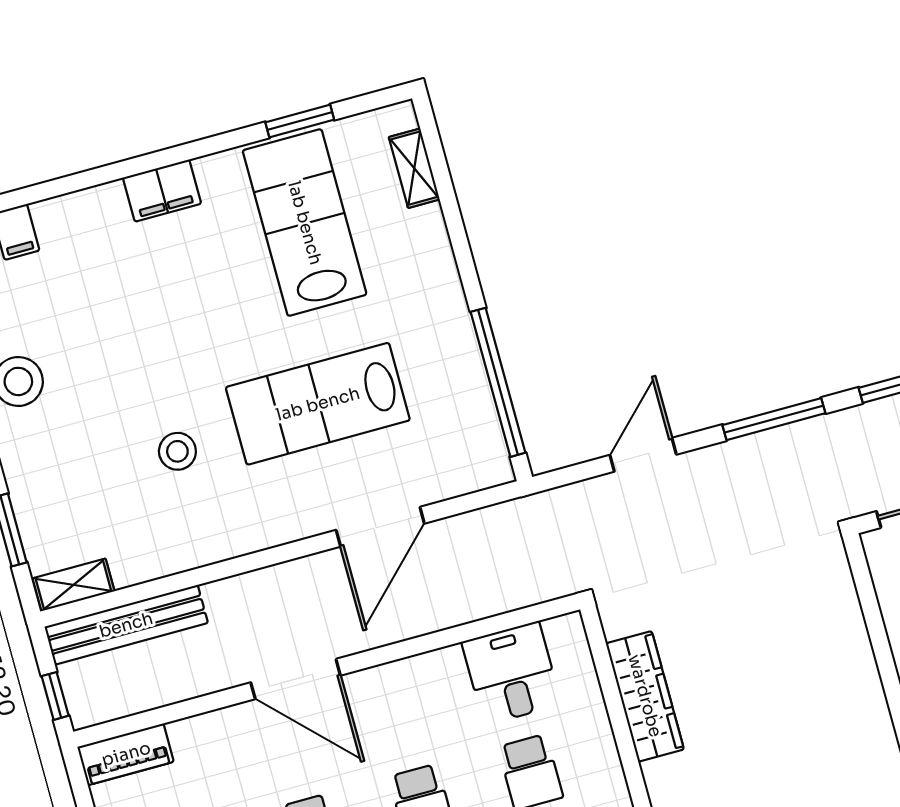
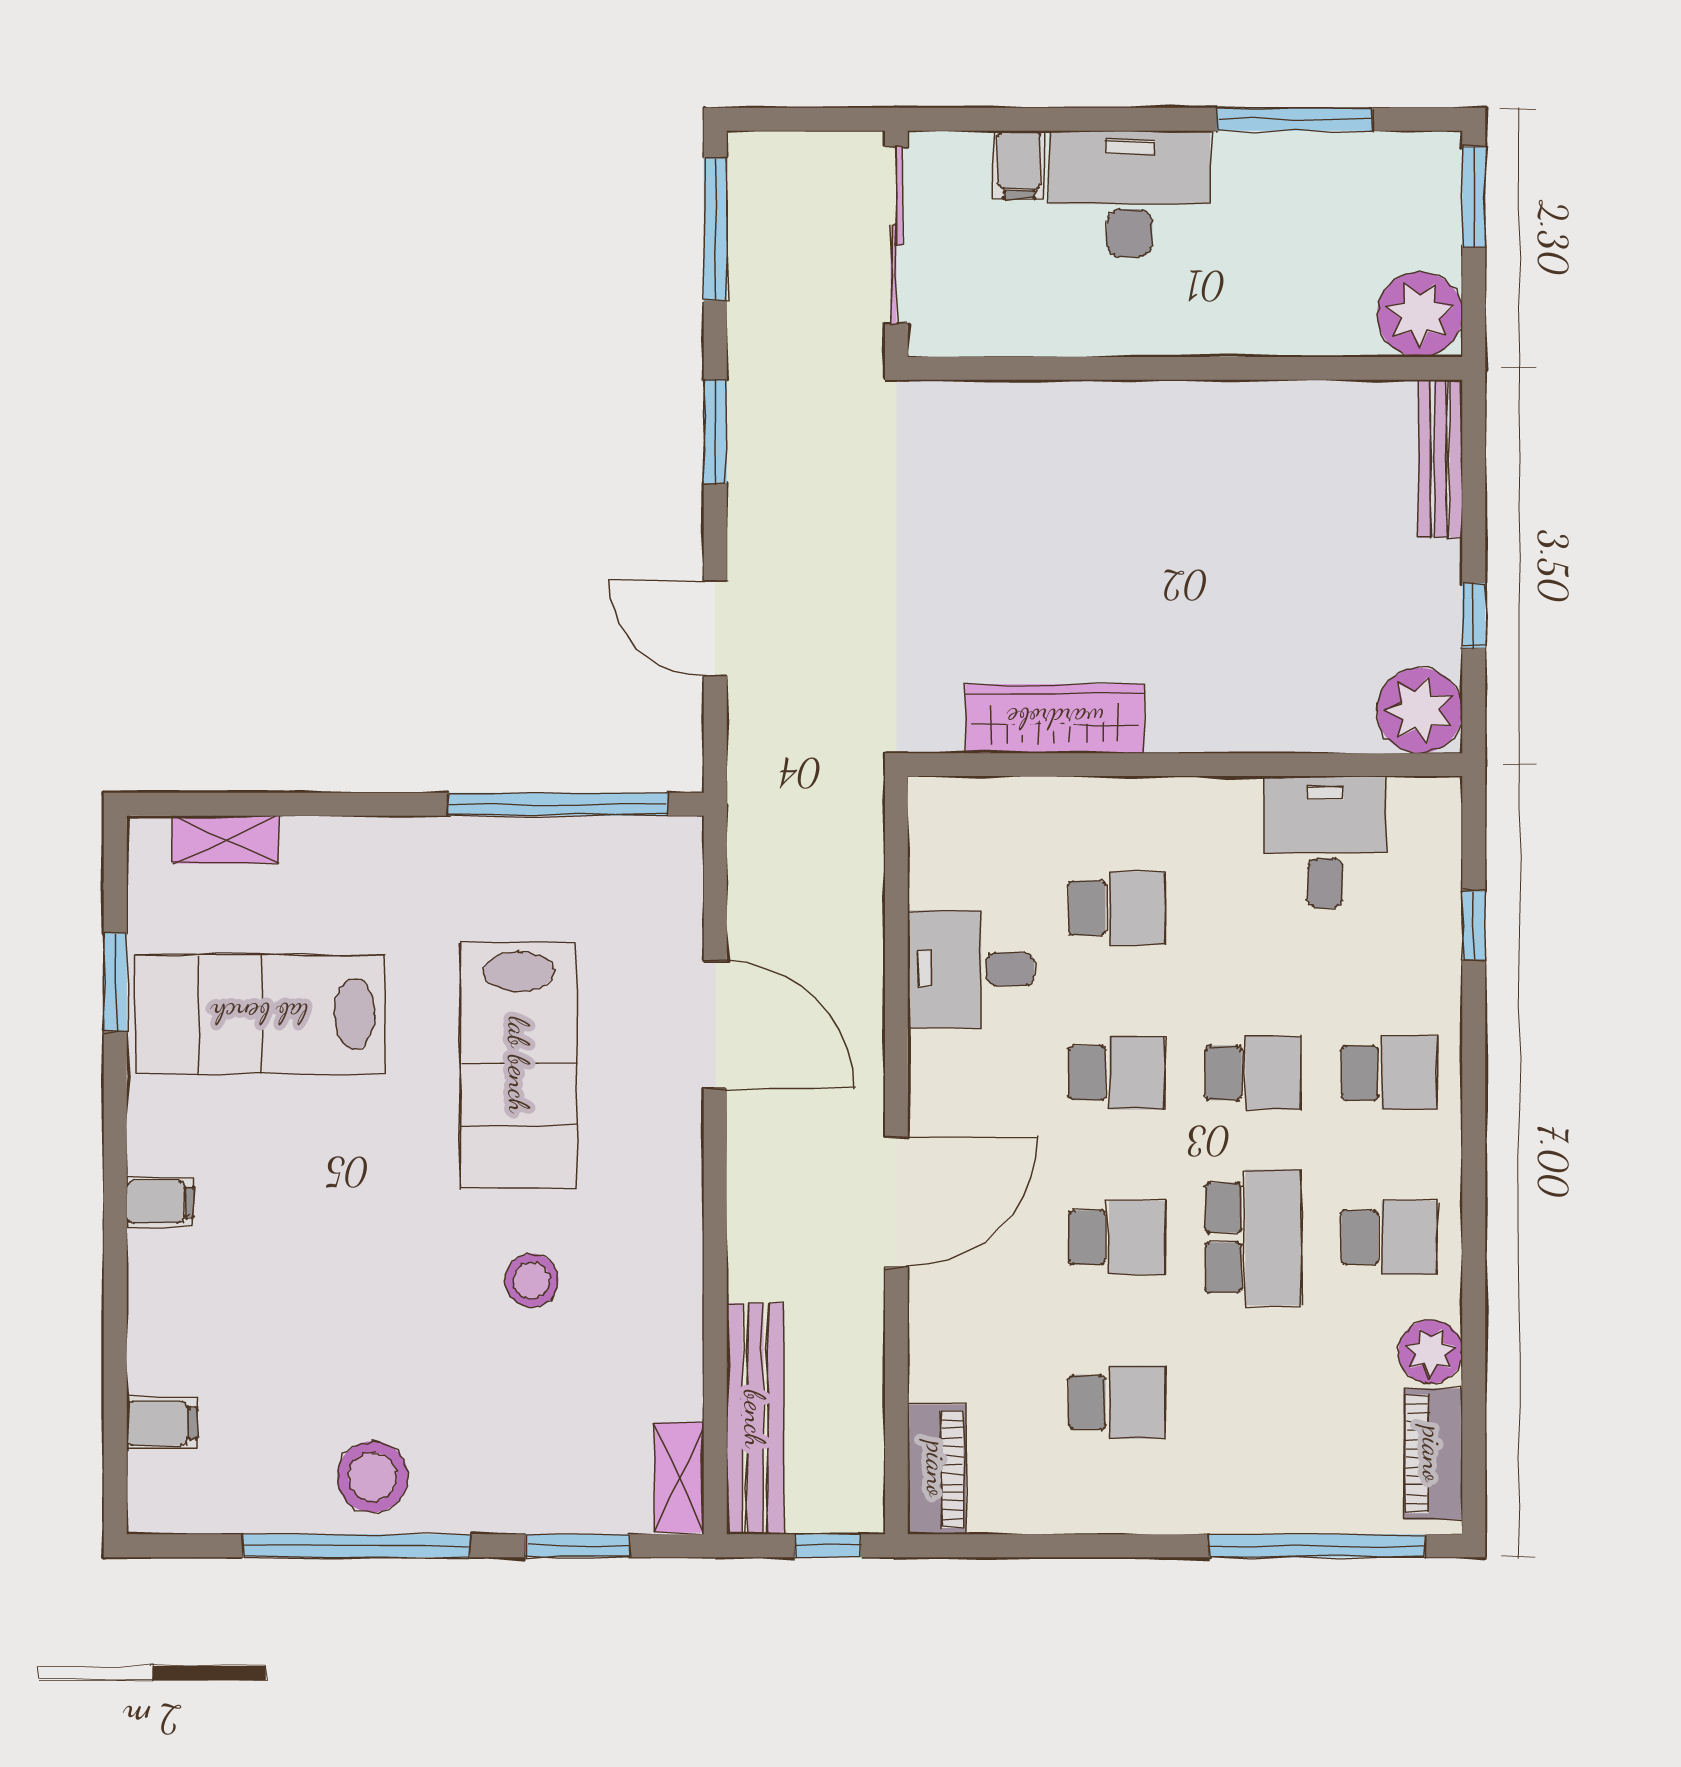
filing cabinet: (162, 191) -> (160, 1202), width x0.50
window: (774, 419) -> (715, 431), width x0.69
desk: (511, 673) -> (971, 969), moved

